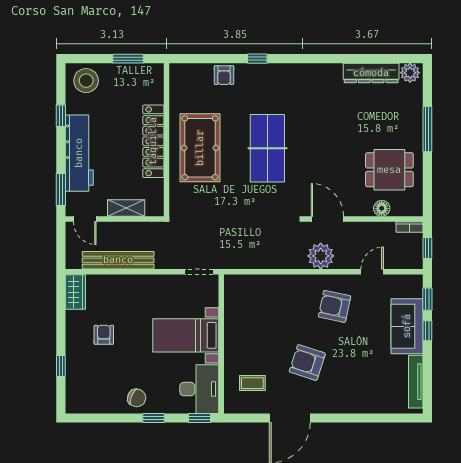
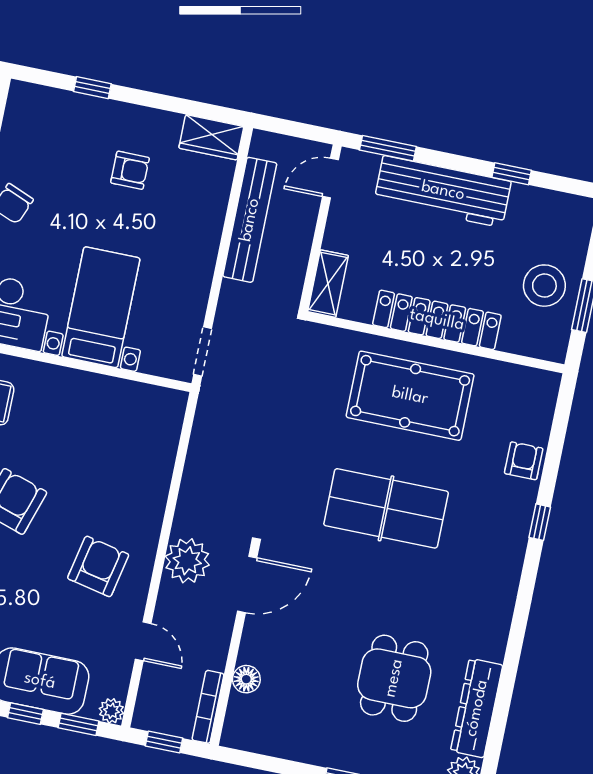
armchair: (224, 75) -> (524, 461), turned 90
stool: (86, 81) -> (544, 286), moved
dining table: (389, 170) -> (394, 678), moved
shelving: (126, 208) -> (328, 284), moved
bookcase: (410, 227) -> (208, 707), width x1.56
plant: (416, 282) -> (111, 711), added

